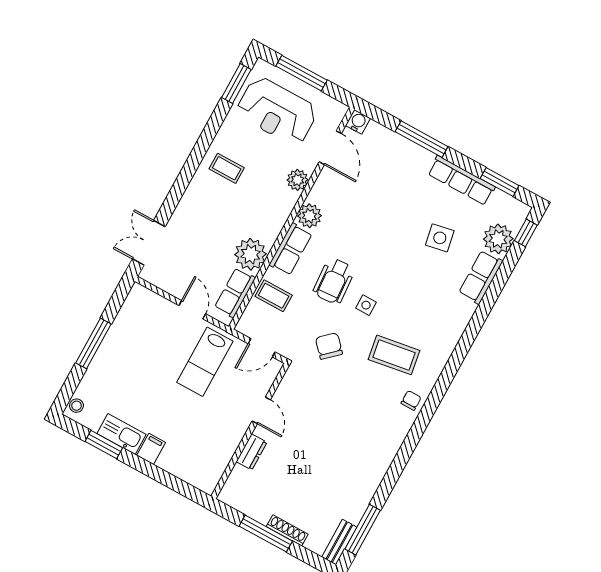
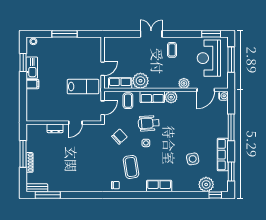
double door: (149, 243) -> (151, 34), moved
row of seats: (481, 277) -> (159, 186), moved
door: (262, 348) -> (103, 108), swing flipped
lab bench: (205, 362) -> (83, 87), turned 180

